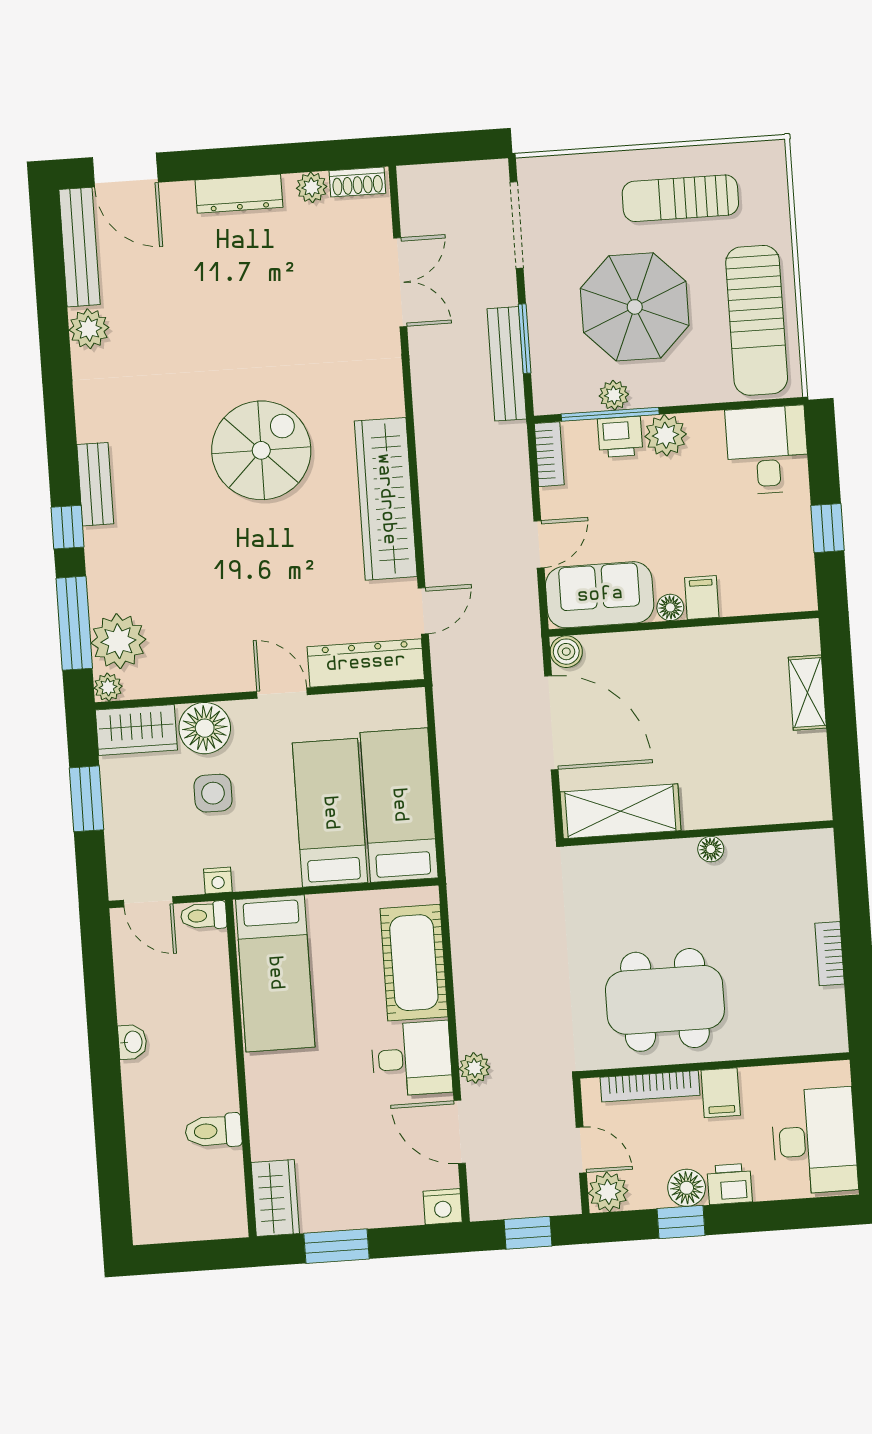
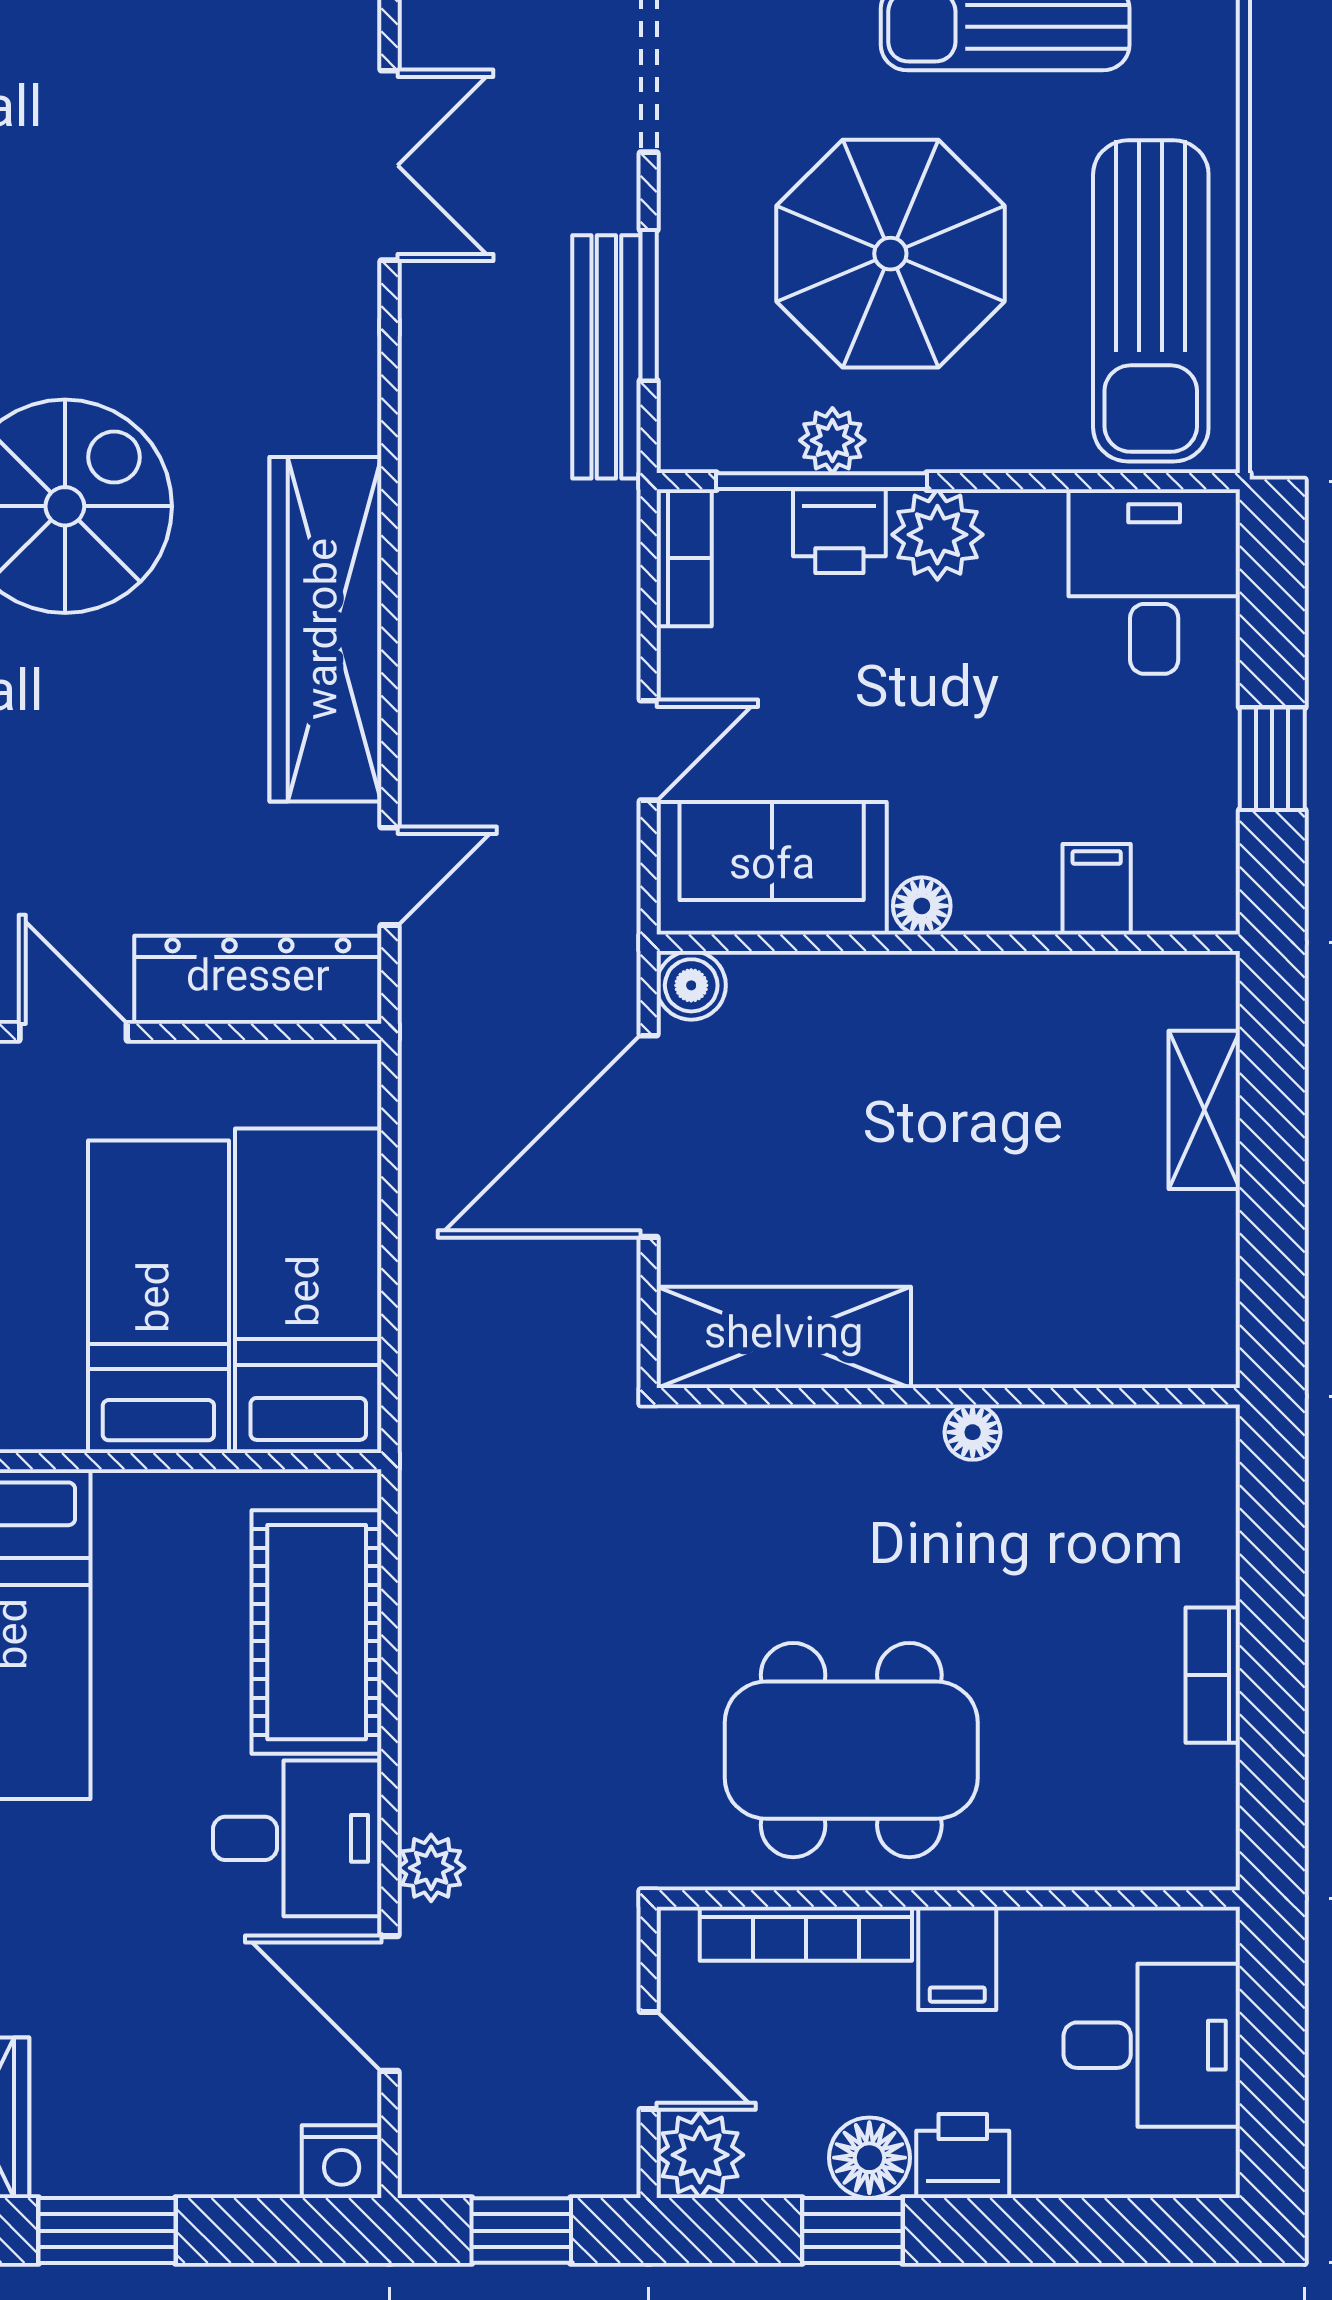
filing cabinet: (702, 597) -> (1097, 889), moved
door: (551, 723) -> (649, 1136), swing flipped
desk: (814, 1141) -> (1152, 2045), width x0.73

